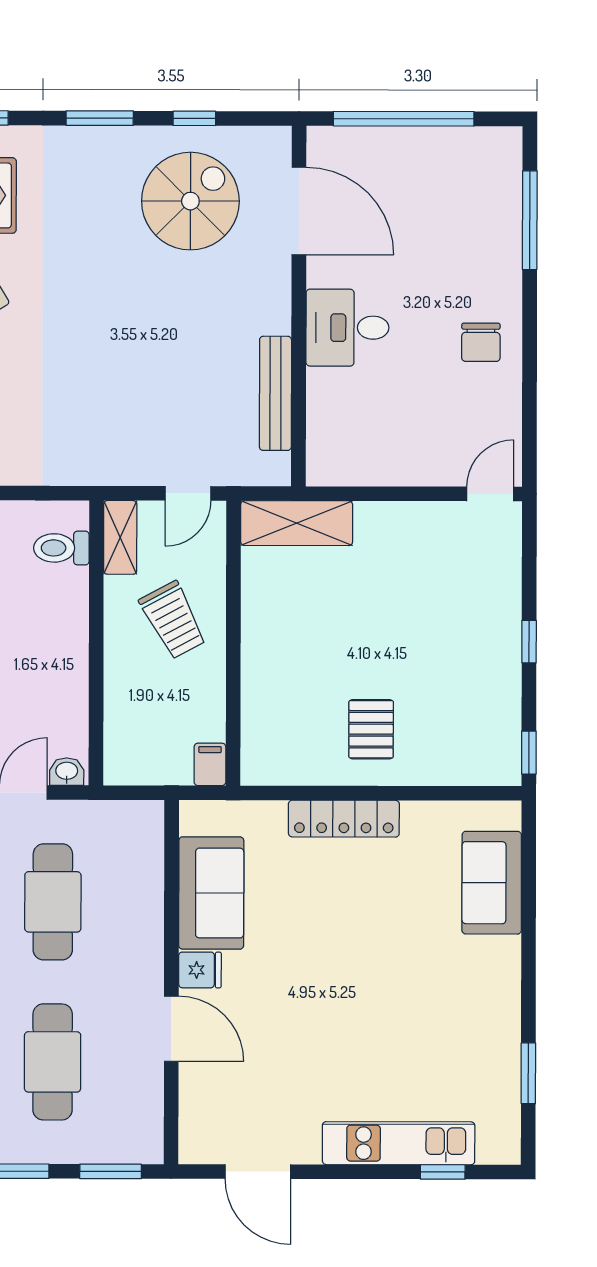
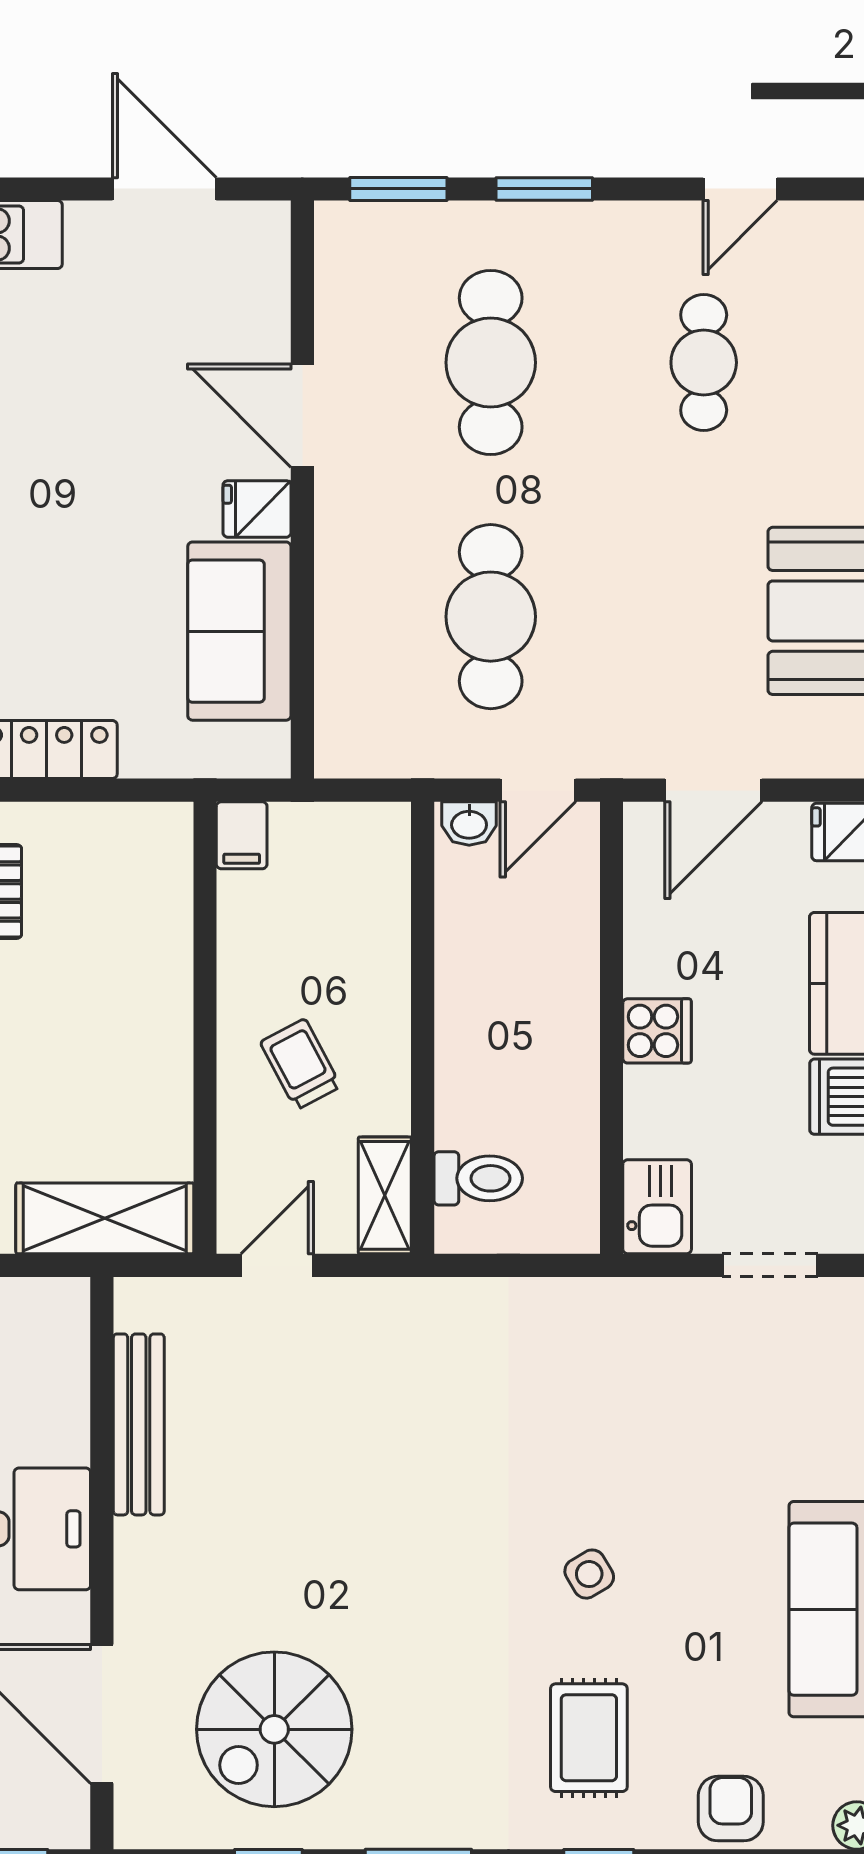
trolley: (173, 620) -> (301, 1064), width x0.73, depth x0.72

